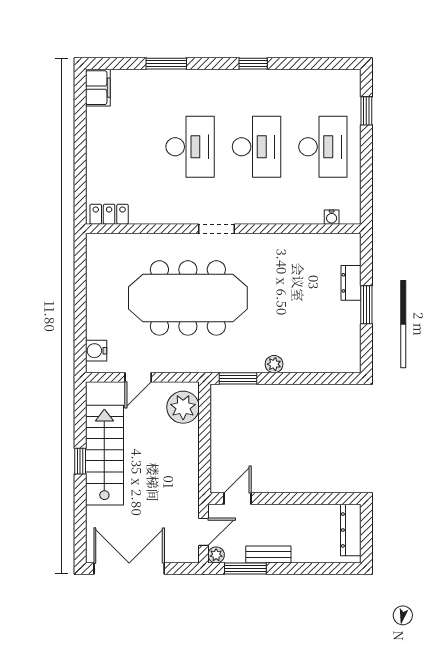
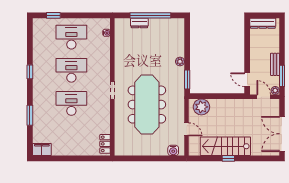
window: (366, 305) -> (150, 15), width x2.11

